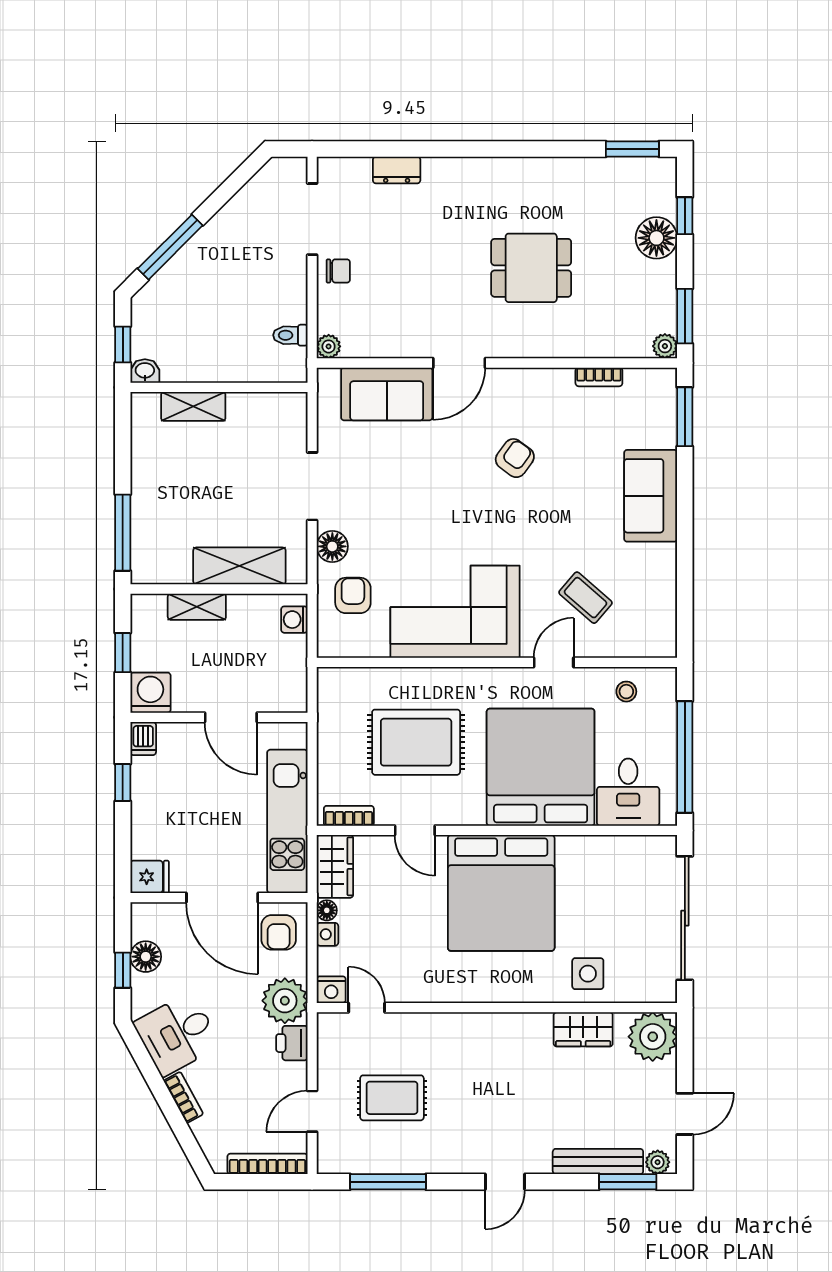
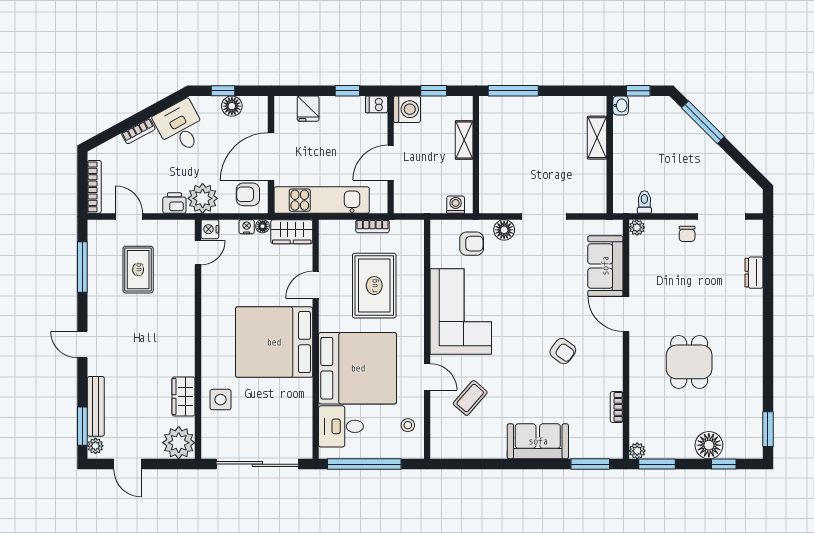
shelving: (239, 566) -> (491, 168), removed
bookcase: (349, 816) -> (373, 226), moved, turned 90
fridge: (150, 877) -> (308, 109), moved

